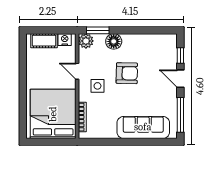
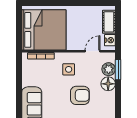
plant: (86, 41) -> (109, 69), moved
door: (77, 71) -> (93, 51), moved
armchair: (127, 73) -> (80, 95), turned -91

